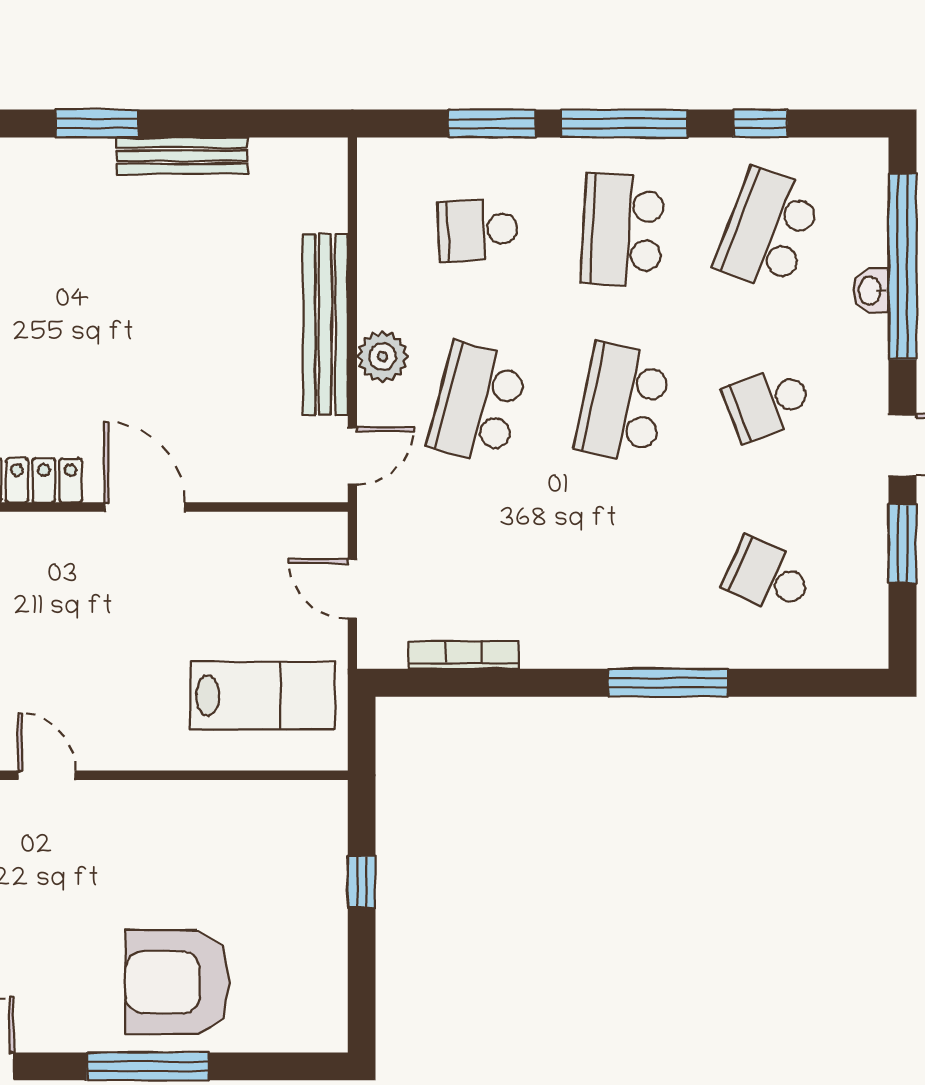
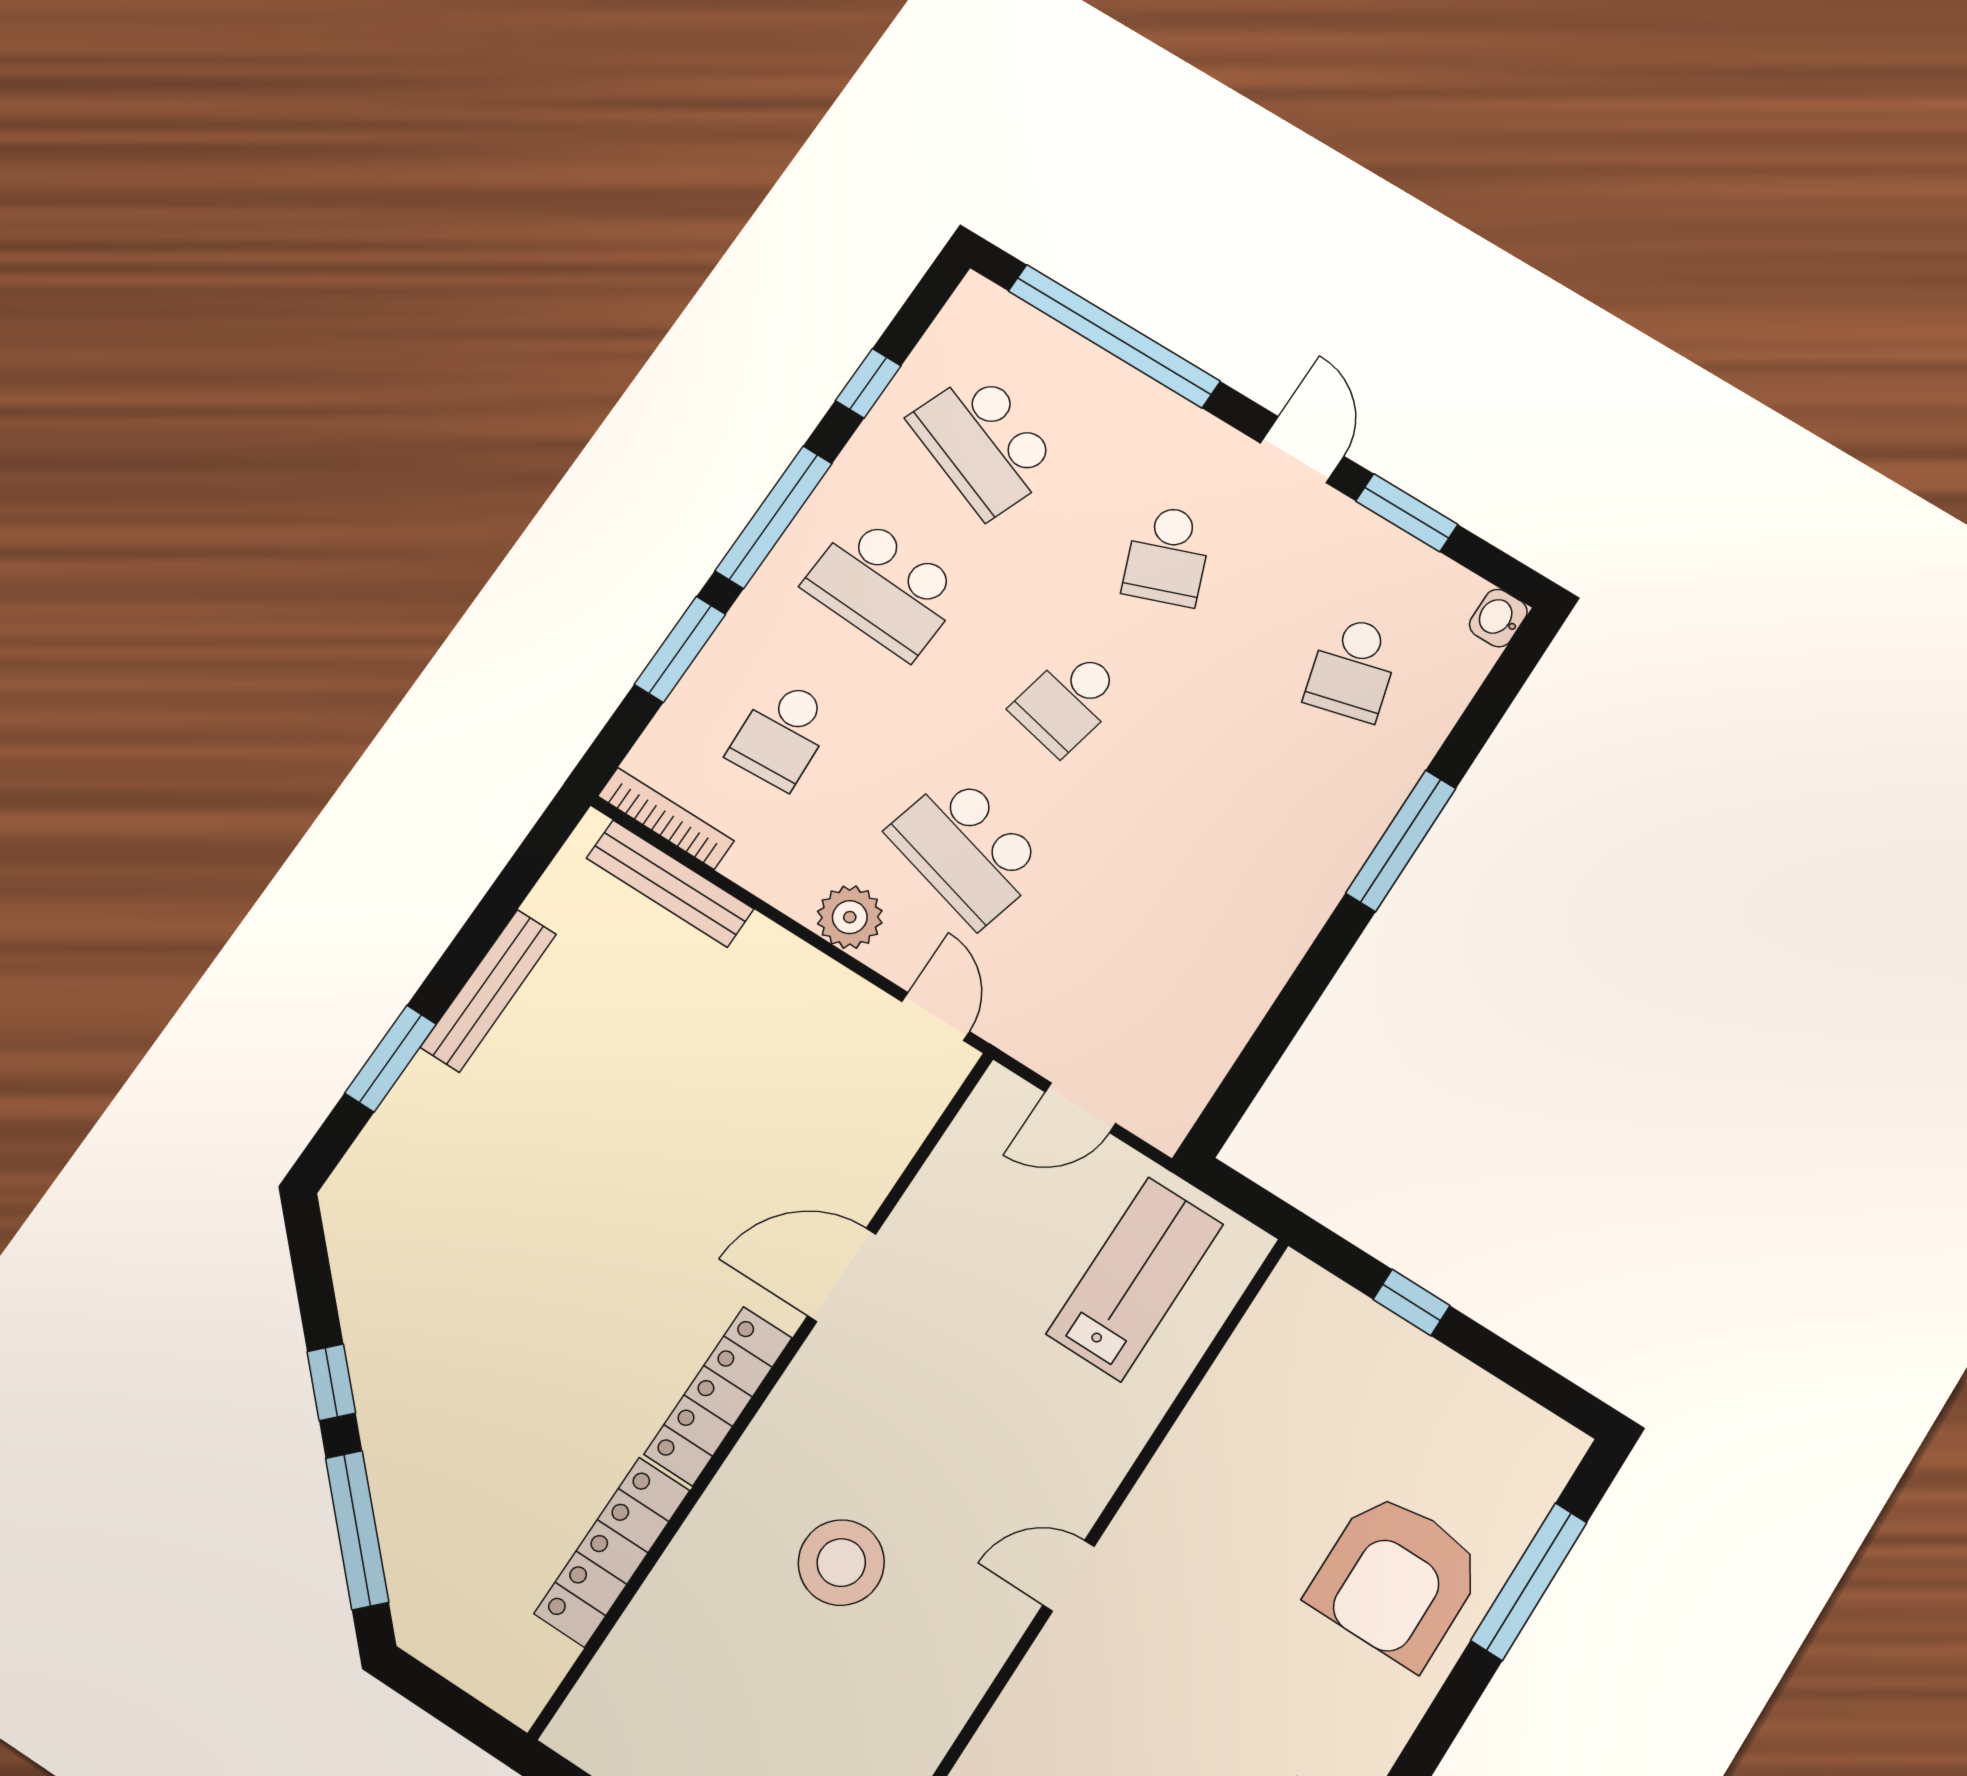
washbasin: (871, 290) -> (1498, 618), moved, turned 90
bench: (325, 324) -> (670, 884), moved, width x0.73, depth x0.82
school desk: (623, 403) -> (1068, 701), width x0.54
school desk: (768, 576) -> (1353, 668), turned -39
bookcase: (464, 655) -> (666, 818), moved, turned 90
window: (148, 1066) -> (1529, 1581), moved

